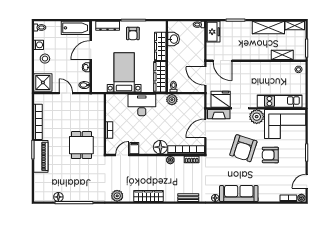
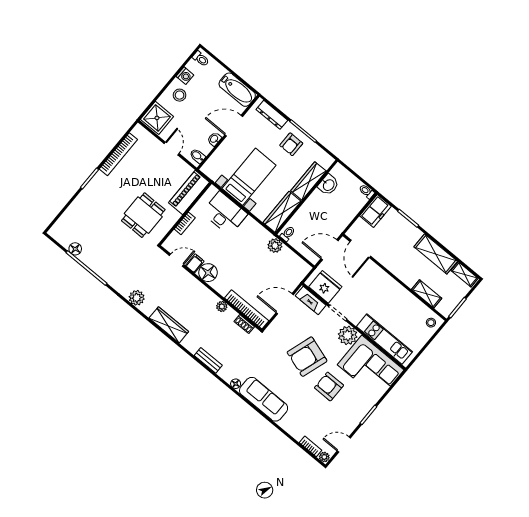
door: (205, 76) -> (330, 250), hinge flipped
desk: (142, 105) -> (225, 213), moved
floor lamp: (160, 147) -> (208, 273), moved
piano: (41, 156) -> (189, 193), moved, turned 180

